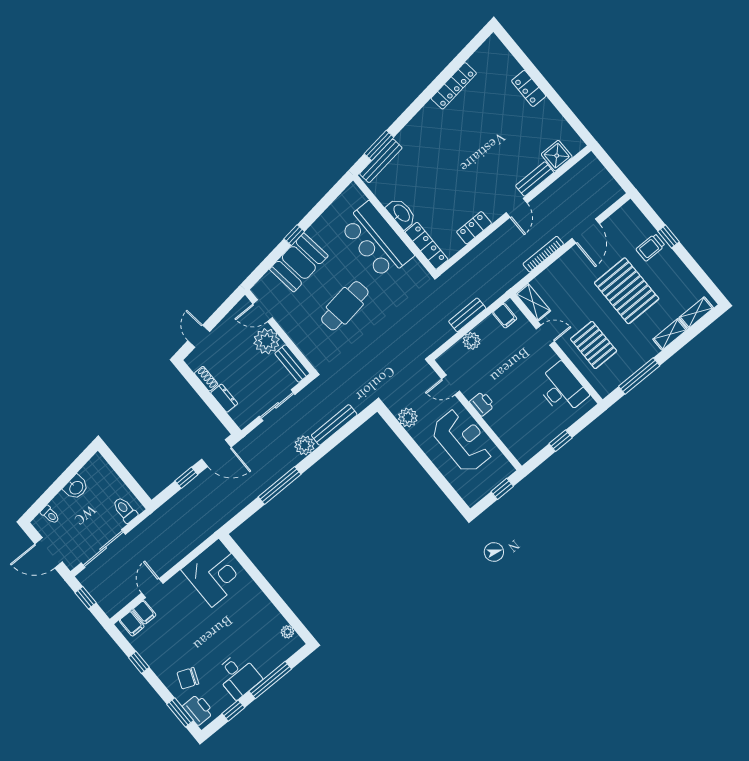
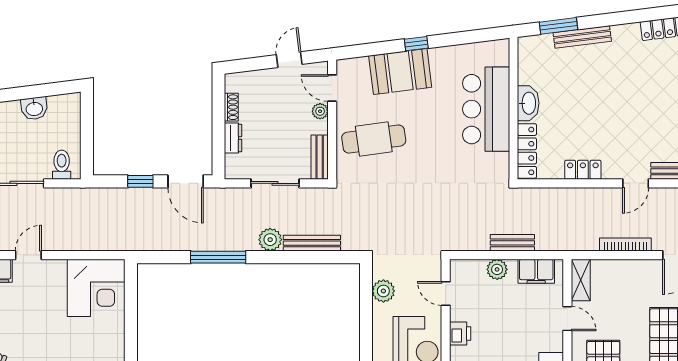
bench: (381, 161) -> (582, 37), moved
cafe table: (345, 306) -> (374, 139), moved
filing cabinet: (505, 316) -> (536, 271), width x2.00
door: (199, 336) -> (289, 60), moved
plant: (267, 341) -> (320, 111), width x0.53, depth x0.53

